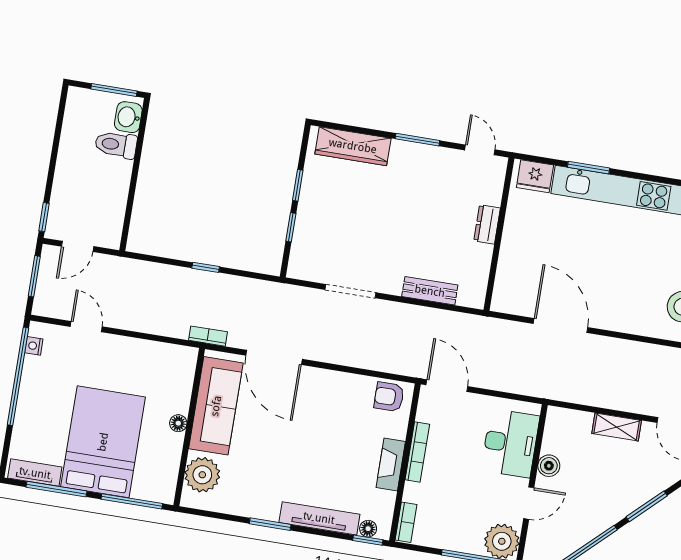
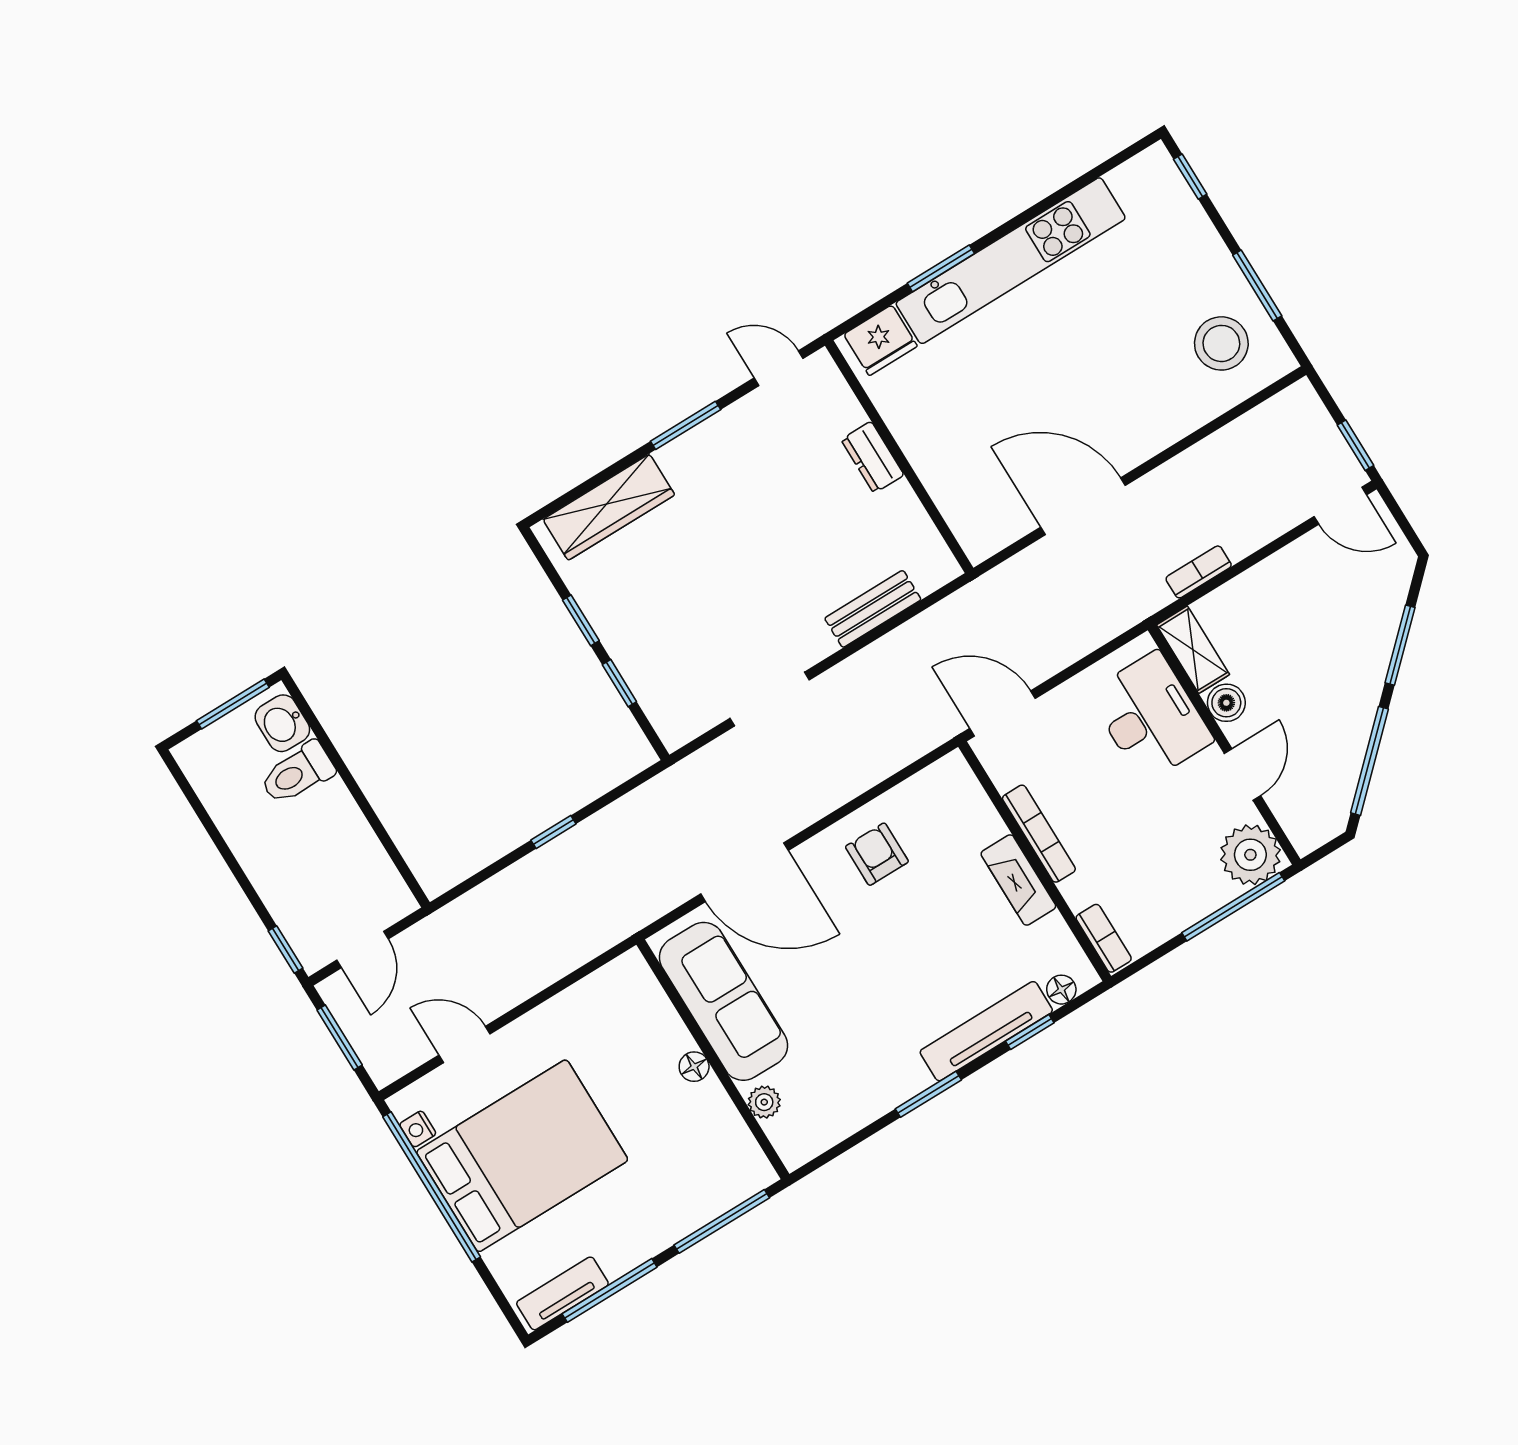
bookcase: (208, 336) -> (1199, 572), moved
armchair: (389, 397) -> (877, 854), moved, turned 90
shelving: (617, 427) -> (1193, 650), moved, turned 90
bed: (103, 442) -> (522, 1156), moved, turned 90
plant: (202, 475) -> (764, 1102), width x0.53, depth x0.53
window: (368, 540) -> (1030, 1032), moved

